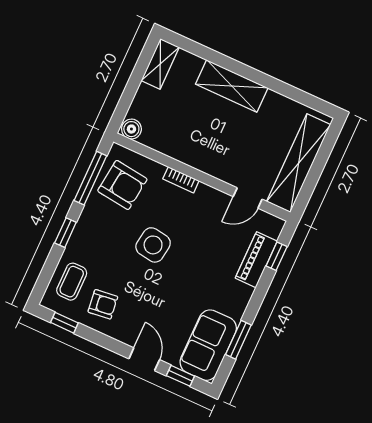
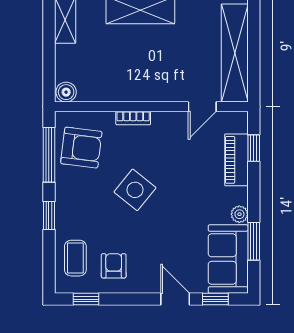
side table: (153, 245) -> (135, 190), turned 31
armchair: (103, 304) -> (114, 266), turned -83
plant: (237, 310) -> (239, 214), added

